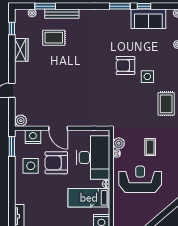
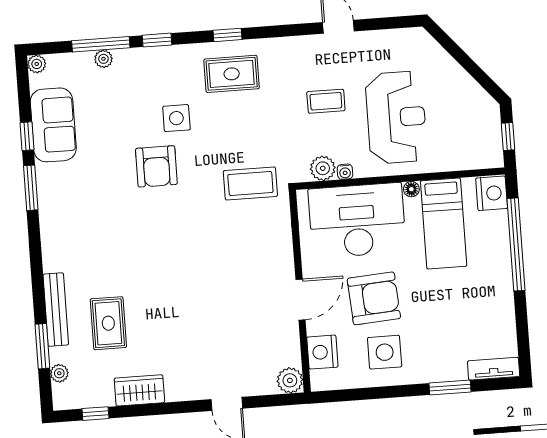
coffee table: (114, 109) -> (250, 183), added
window: (12, 146) -> (450, 388), moved
armchair: (56, 163) -> (374, 298), turned -94
reception desk: (140, 179) -> (396, 117), turned 180

